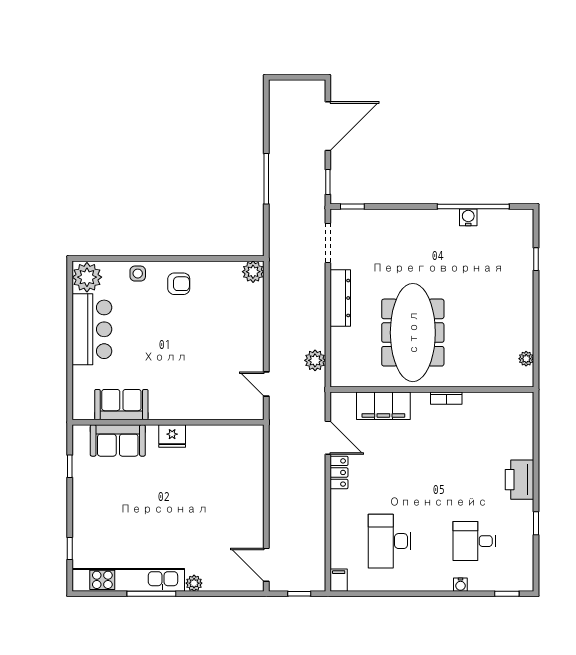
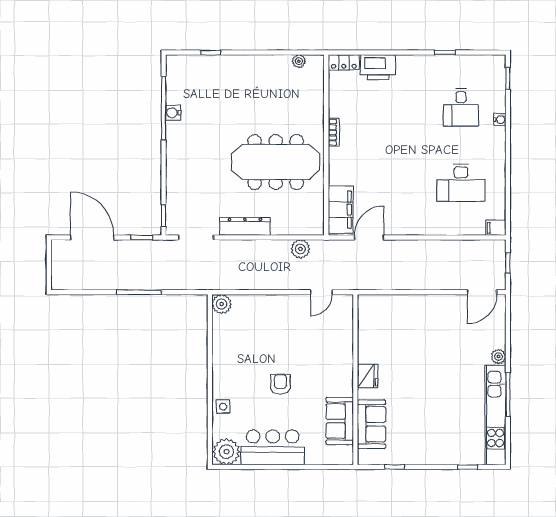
armchair: (179, 284) -> (280, 384), moved
filing cabinet: (383, 406) -> (341, 210), moved
locker: (339, 472) -> (344, 62), moved, turned 180
printer: (519, 480) -> (378, 67), moved

